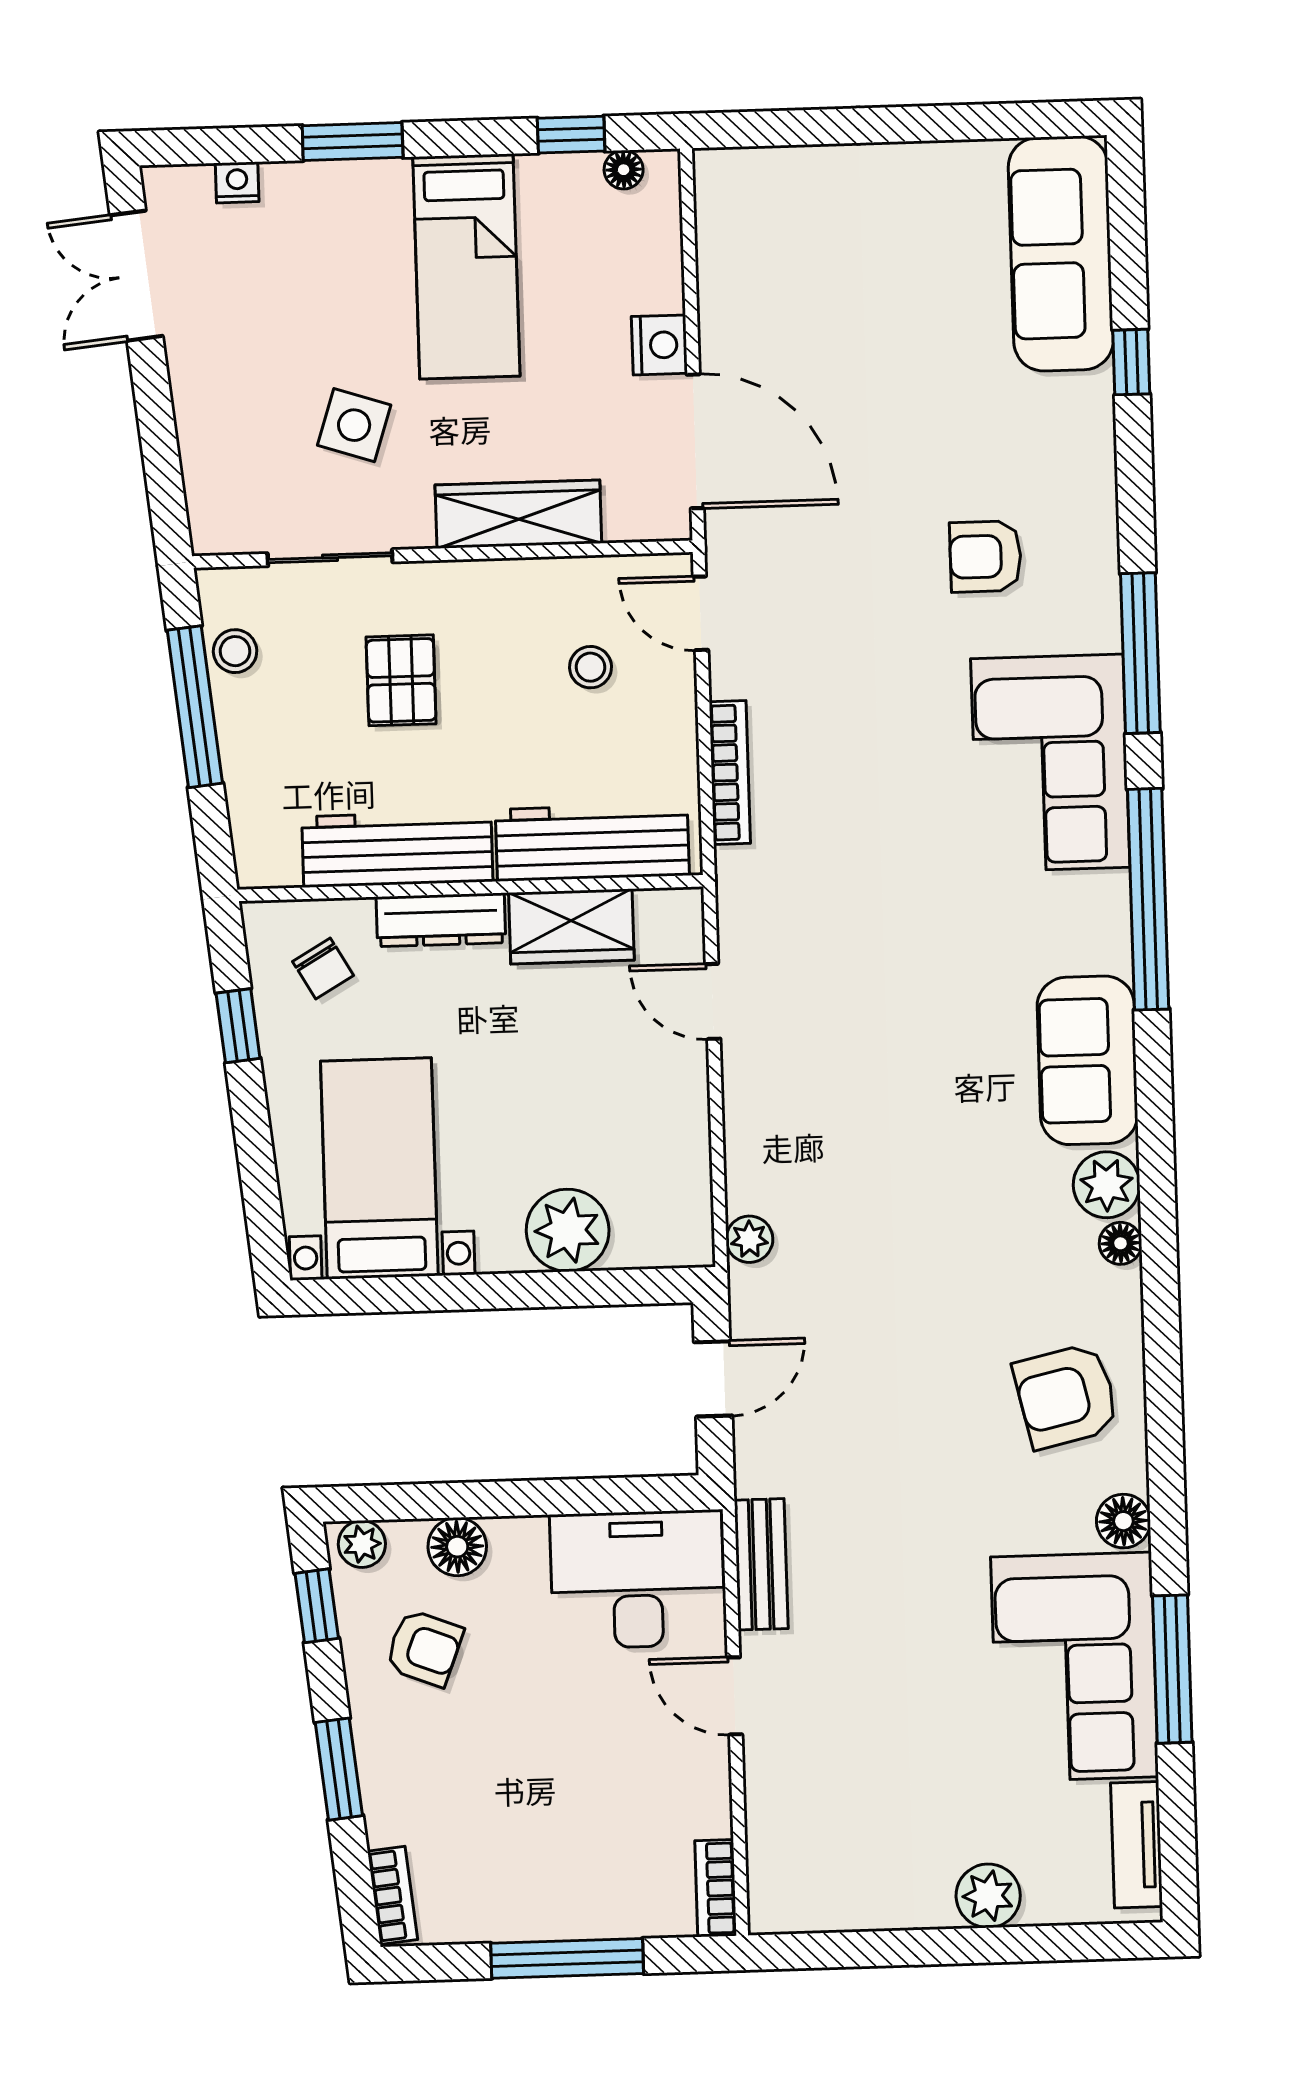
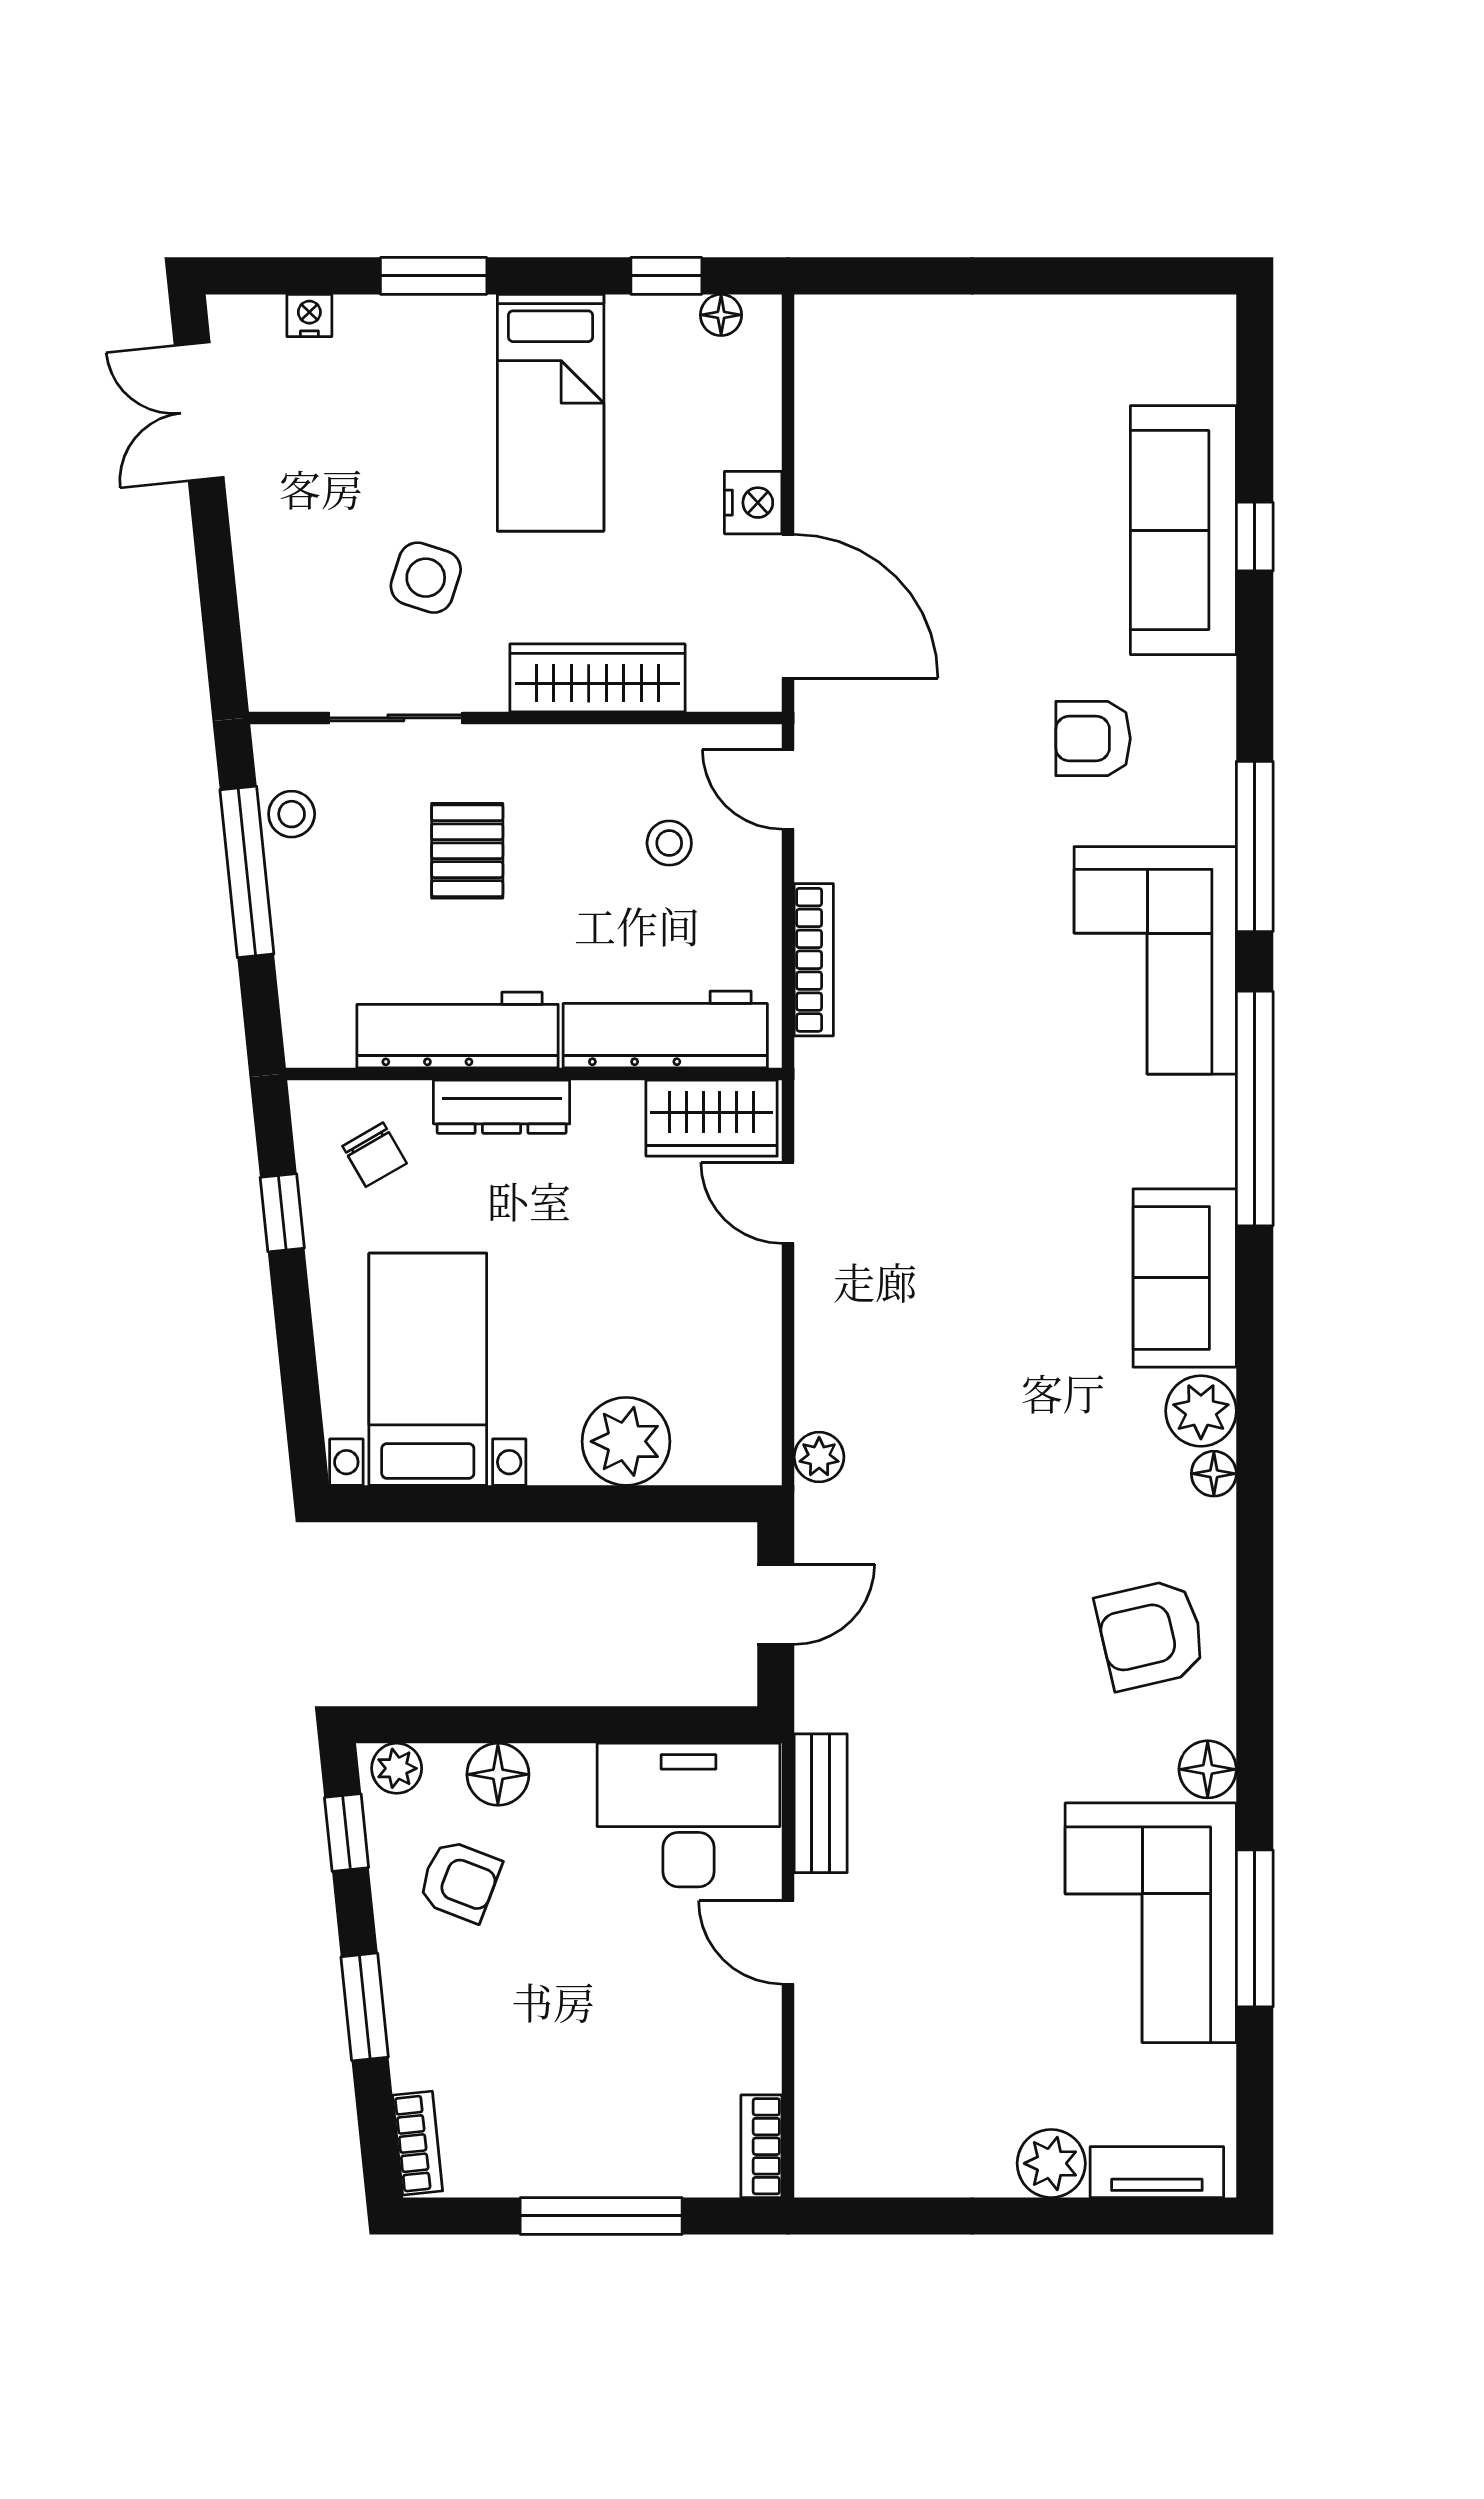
sofa: (1061, 254) -> (1183, 530), moved
wardrobe: (571, 926) -> (712, 1118), moved
tv unit: (1137, 1845) -> (1157, 2172), moved, turned 90

